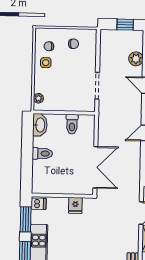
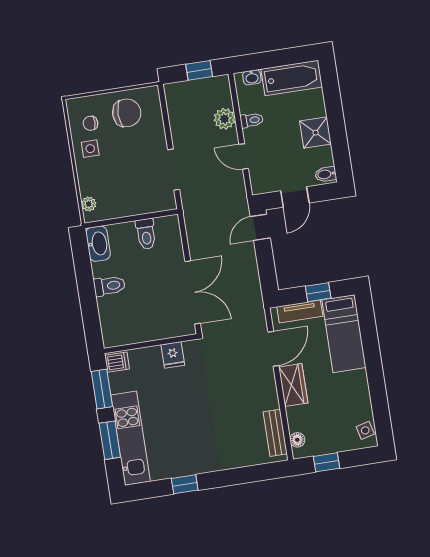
chair: (73, 44) -> (127, 113), width x1.87, depth x1.87

